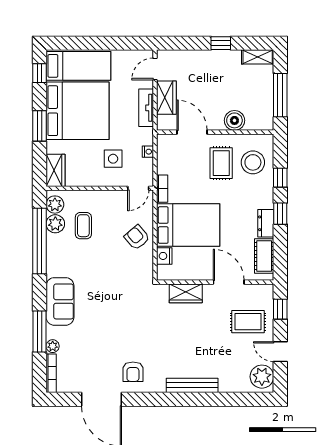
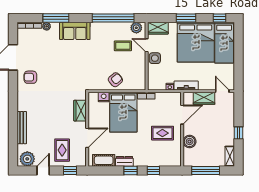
tv unit: (146, 108) -> (186, 86), moved
side table: (113, 159) -> (155, 58), moved
stool: (253, 162) -> (163, 153), removed
door: (138, 188) -> (147, 45), moved
plant: (55, 224) -> (124, 28), removed
bench: (192, 385) -> (22, 128), moved

